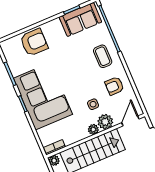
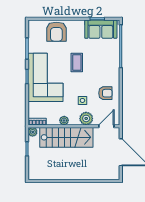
armchair: (34, 42) -> (56, 32), turned 90
coffee table: (103, 56) -> (77, 62), moved
armchair: (114, 86) -> (105, 93), turned 180
plant: (93, 129) -> (64, 120), moved

